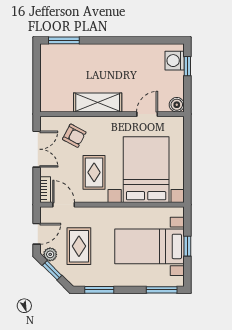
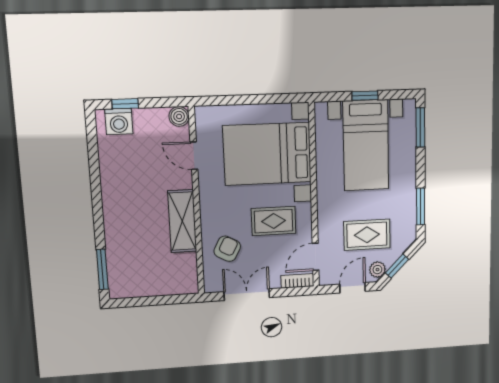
door: (37, 234) -> (352, 288), hinge flipped

